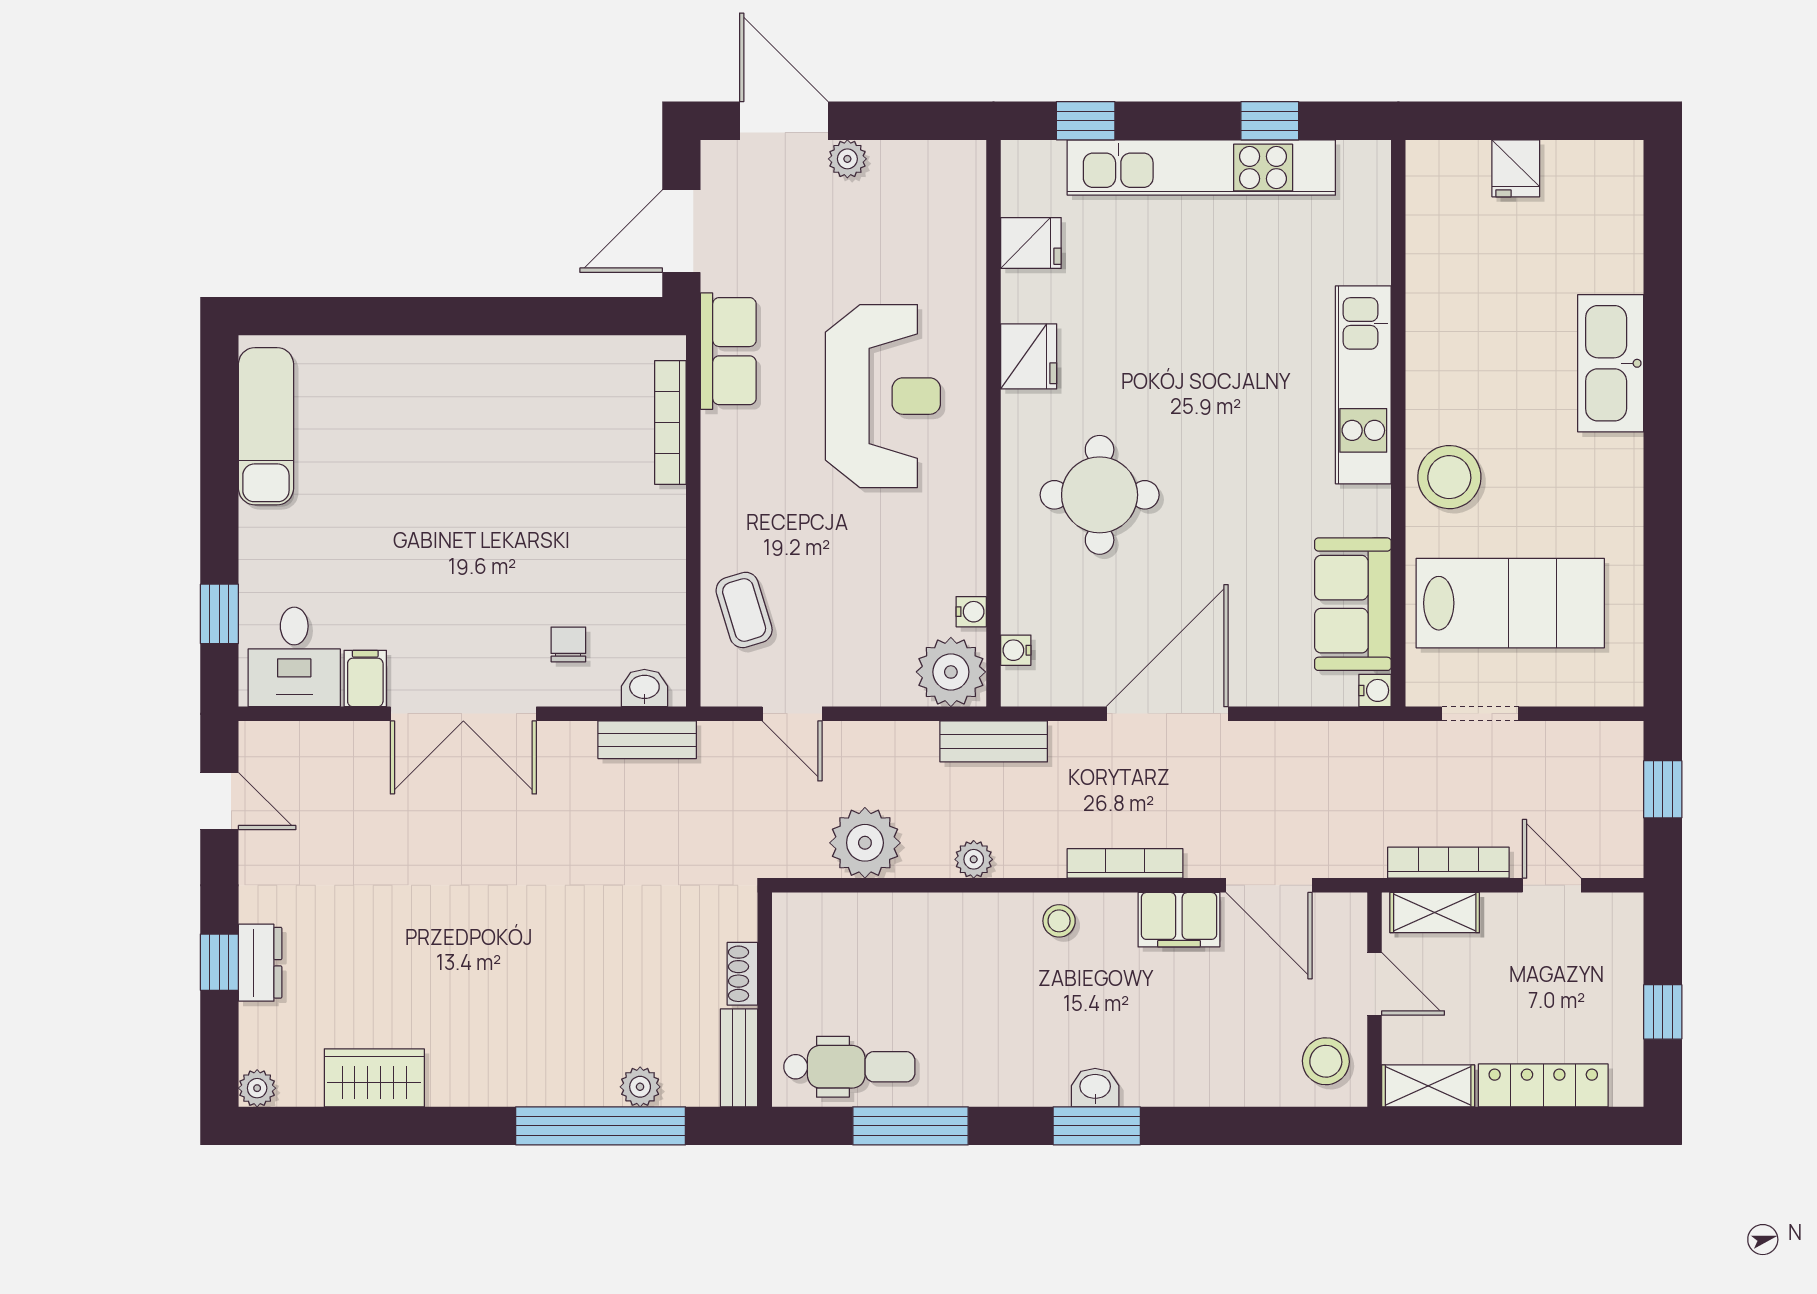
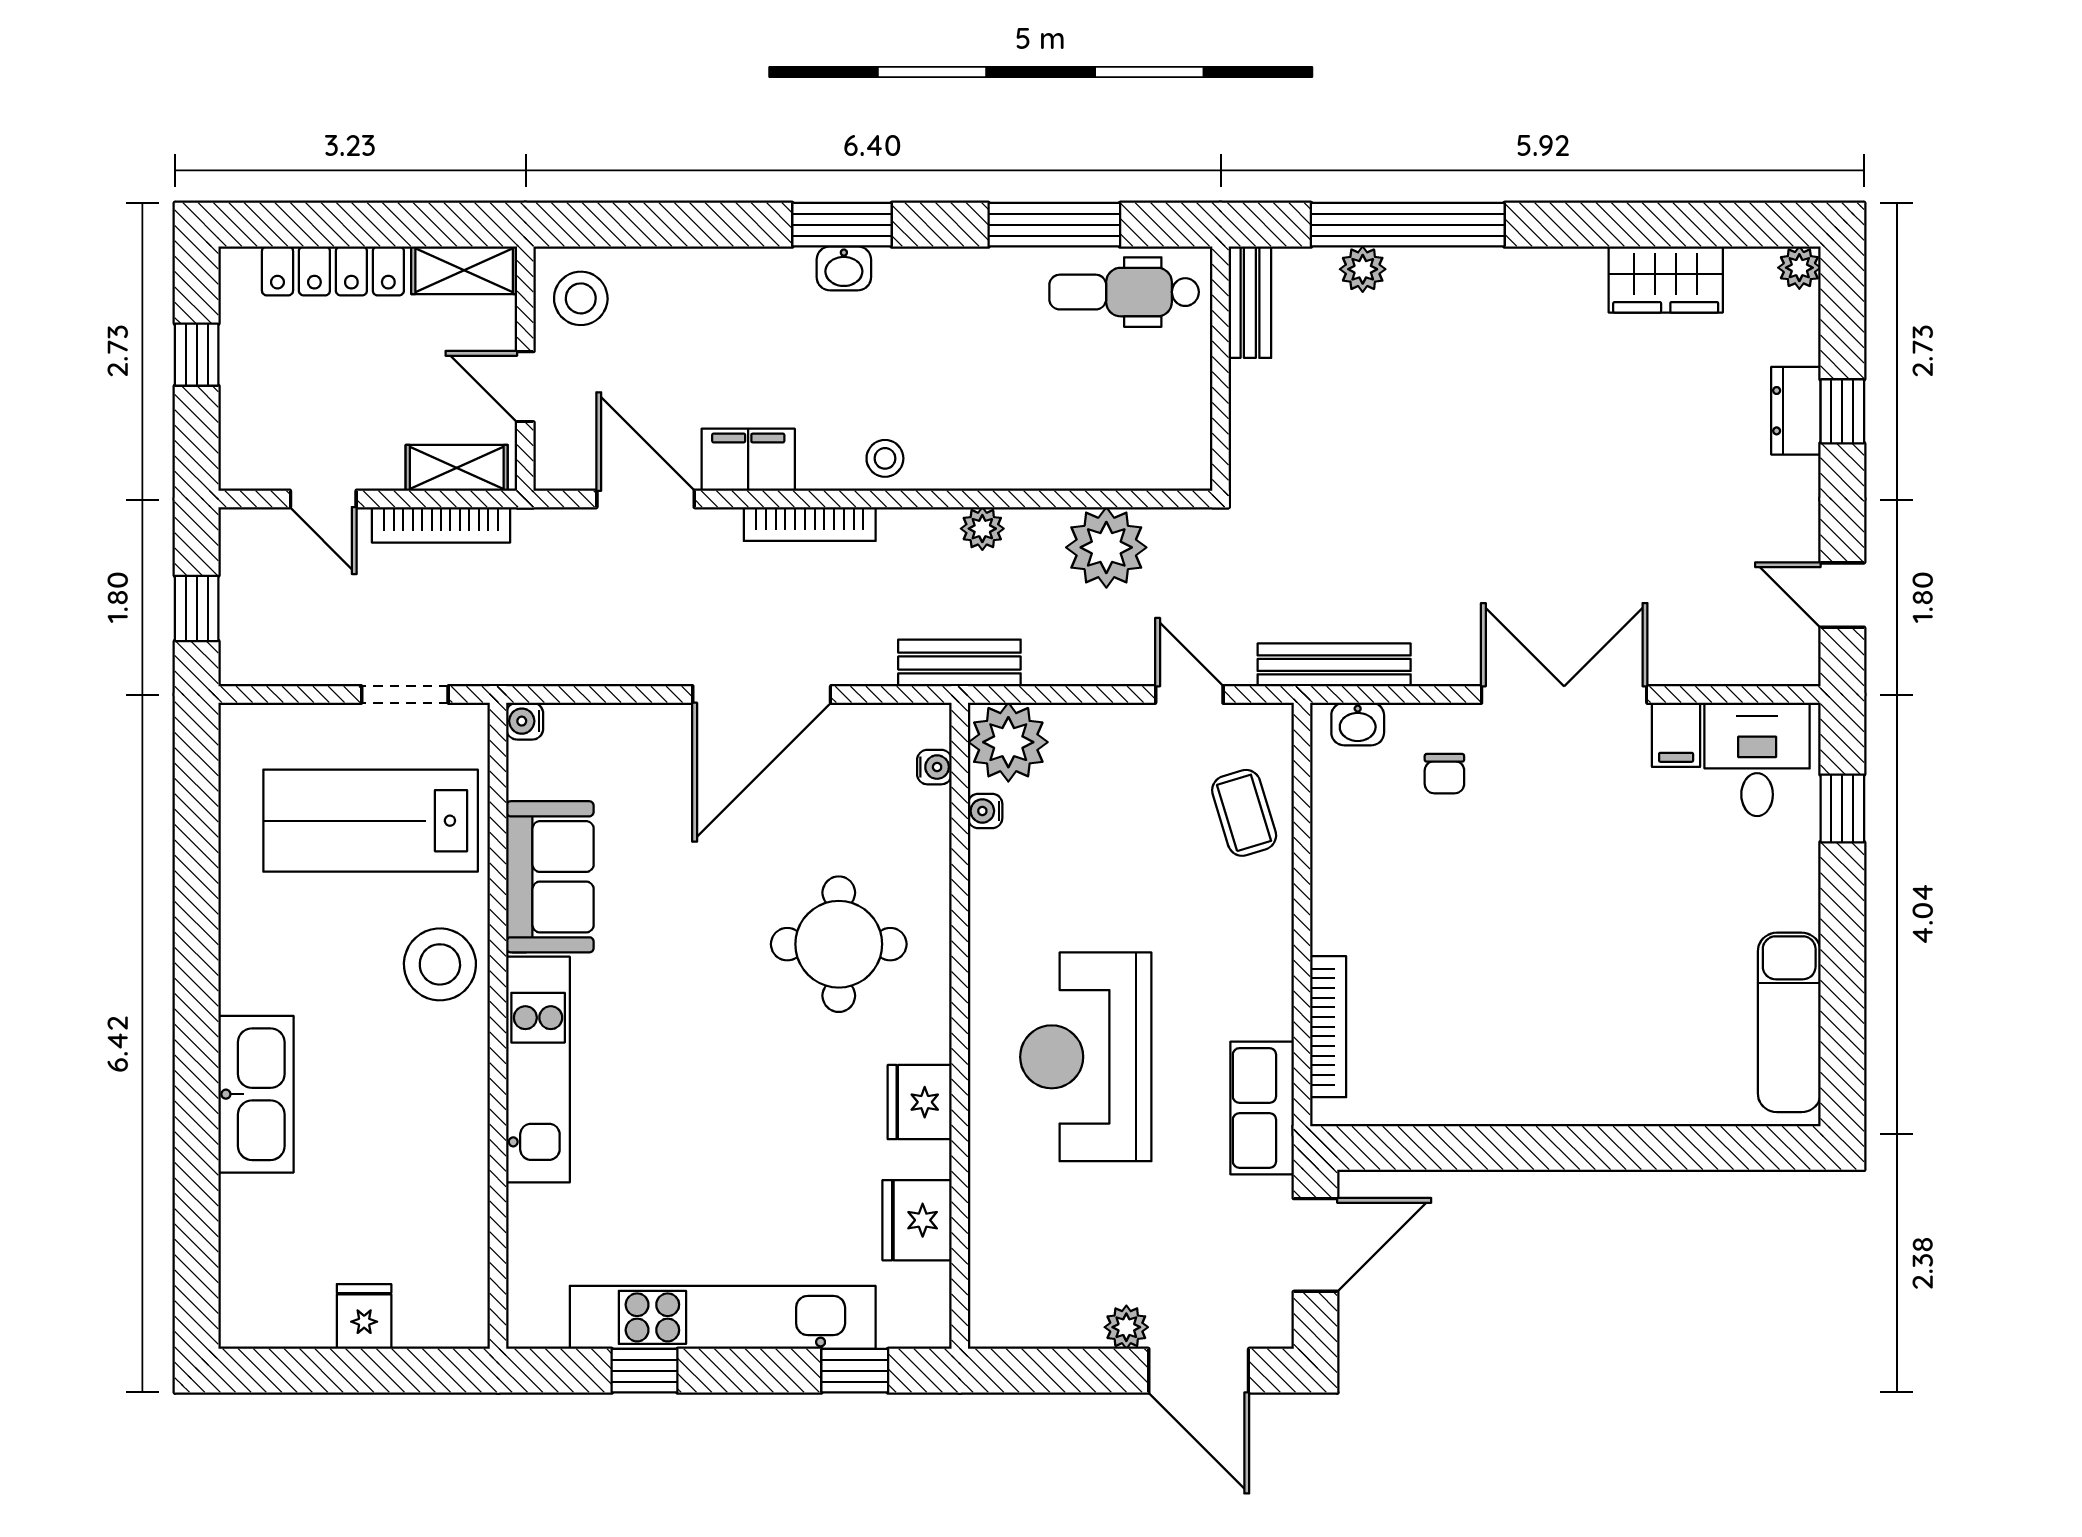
fridge: (1031, 243) -> (917, 1220), width x1.38
sofa: (1353, 604) -> (550, 877), moved
bench: (647, 740) -> (1334, 665), width x1.36
shoe rack: (742, 974) -> (1246, 398), removed

